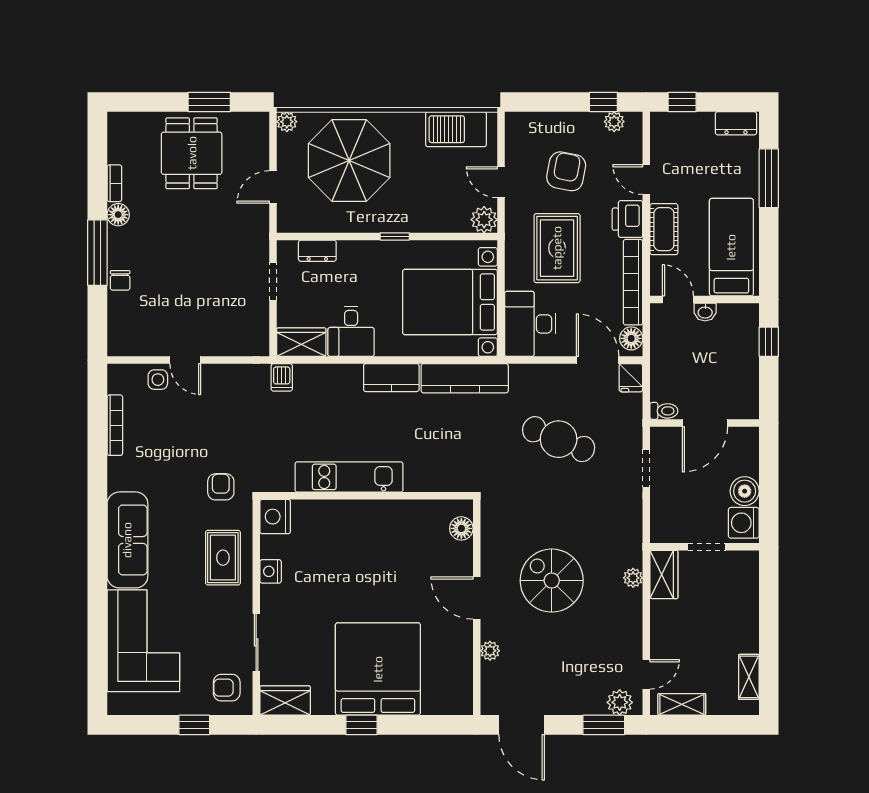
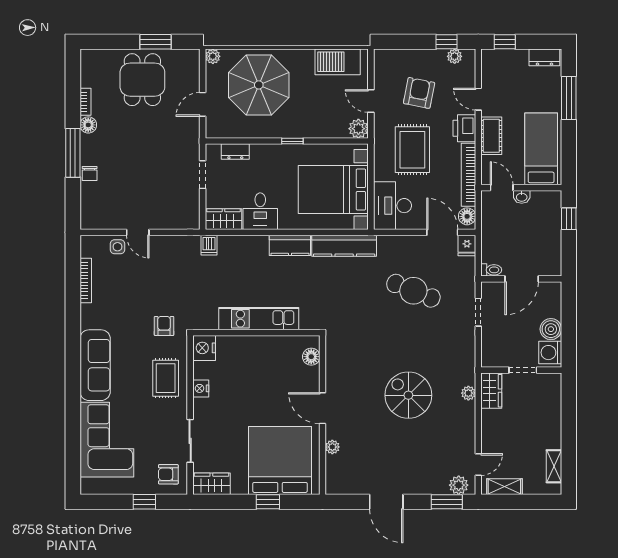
floor lamp: (461, 528) -> (311, 357), moved
door: (477, 598) -> (323, 408), moved
wall: (477, 607) -> (323, 415), moved
plant: (490, 651) -> (332, 447), moved

